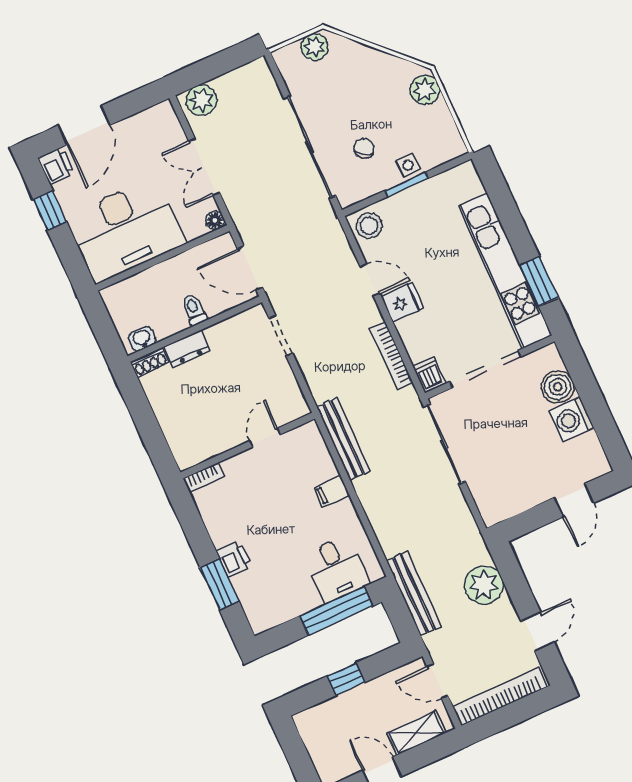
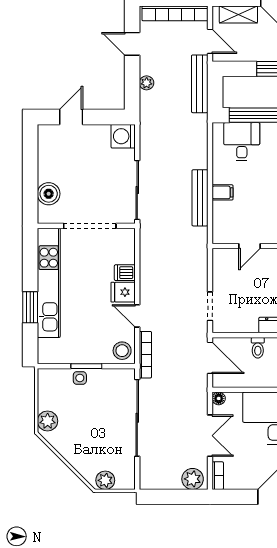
bookcase: (170, 119) -> (218, 476), added
chair: (364, 148) -> (103, 401), removed
window: (539, 281) -> (30, 307), moved
bookcase: (392, 356) -> (145, 355), moved
dishwasher: (429, 375) -> (125, 273), moved, turned 90
washing machine: (571, 419) -> (123, 136), moved, turned 180
bench: (343, 439) -> (200, 198), moved
plant: (484, 585) -> (147, 83), width x0.53, depth x0.53
bench: (414, 594) -> (200, 84), moved
door: (538, 632) -> (132, 44), hinge flipped

